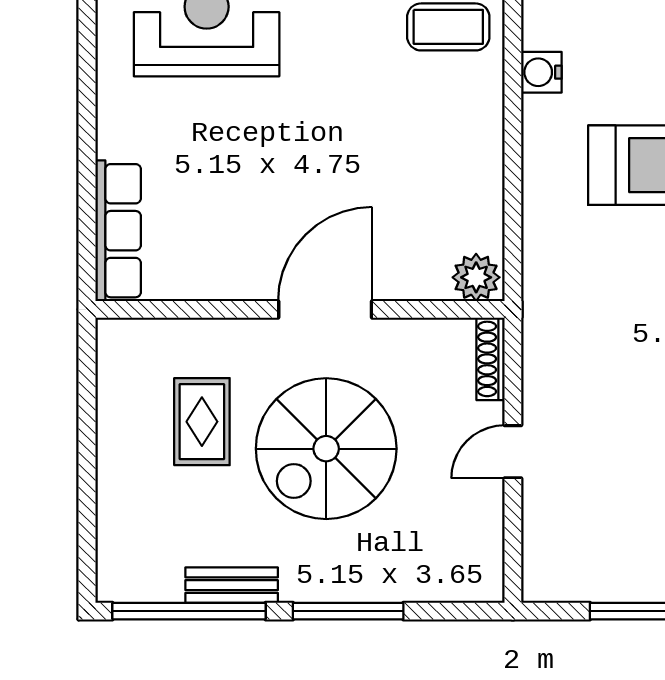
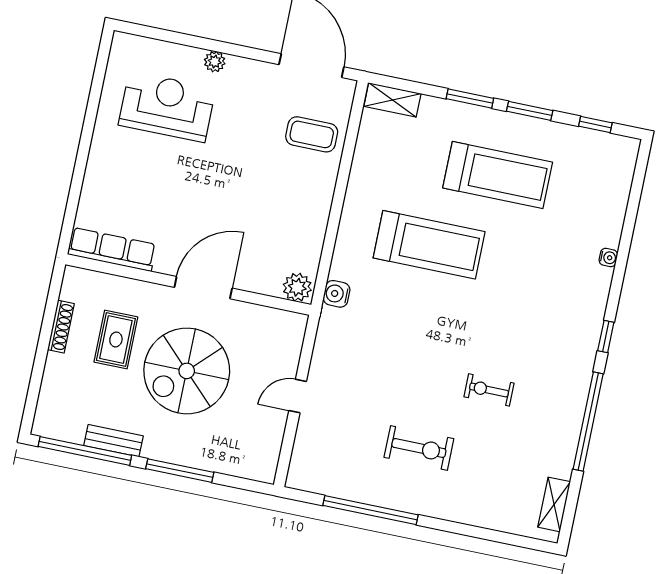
water cooler: (541, 72) -> (337, 294), moved
row of seats: (118, 231) -> (112, 249), moved, turned -90
shoe rack: (490, 359) -> (61, 327), moved, turned 180

